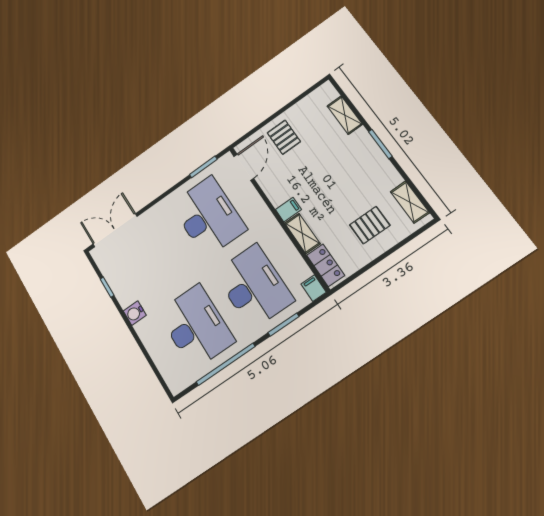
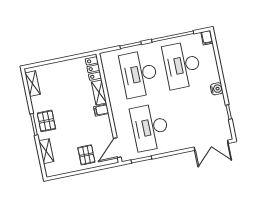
pallet: (370, 225) -> (46, 121), moved, turned 90
filing cabinet: (314, 288) -> (207, 38), moved

